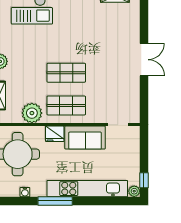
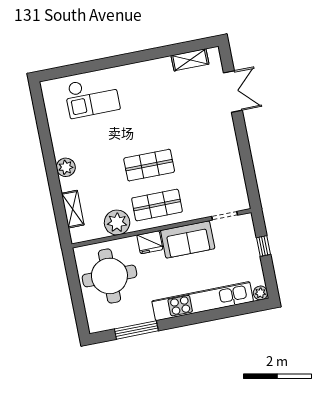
double door: (144, 60) -> (233, 91), moved
window: (144, 180) -> (264, 246), moved
water cooler: (25, 192) -> (128, 320), removed
window: (55, 201) -> (136, 330), moved

